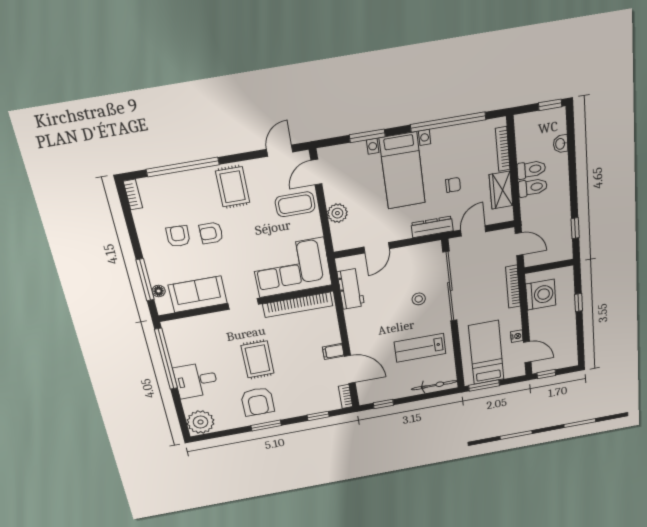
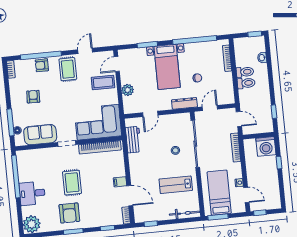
door: (280, 151) -> (85, 51), moved
wardrobe: (501, 190) -> (227, 83), removed
armchair: (211, 233) -> (42, 65), moved
washing machine: (541, 295) -> (266, 146), moved, turned 90

